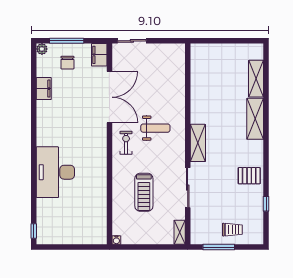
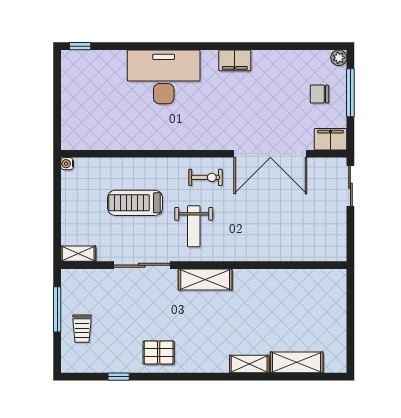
filing cabinet: (44, 89) -> (235, 60), moved
shelving: (255, 119) -> (249, 364), width x0.67, depth x0.75
weight bench: (155, 128) -> (194, 226), moved
pallet: (249, 176) -> (159, 353), turned 90

